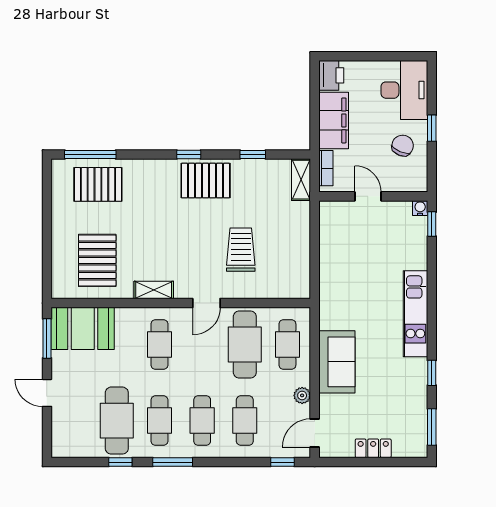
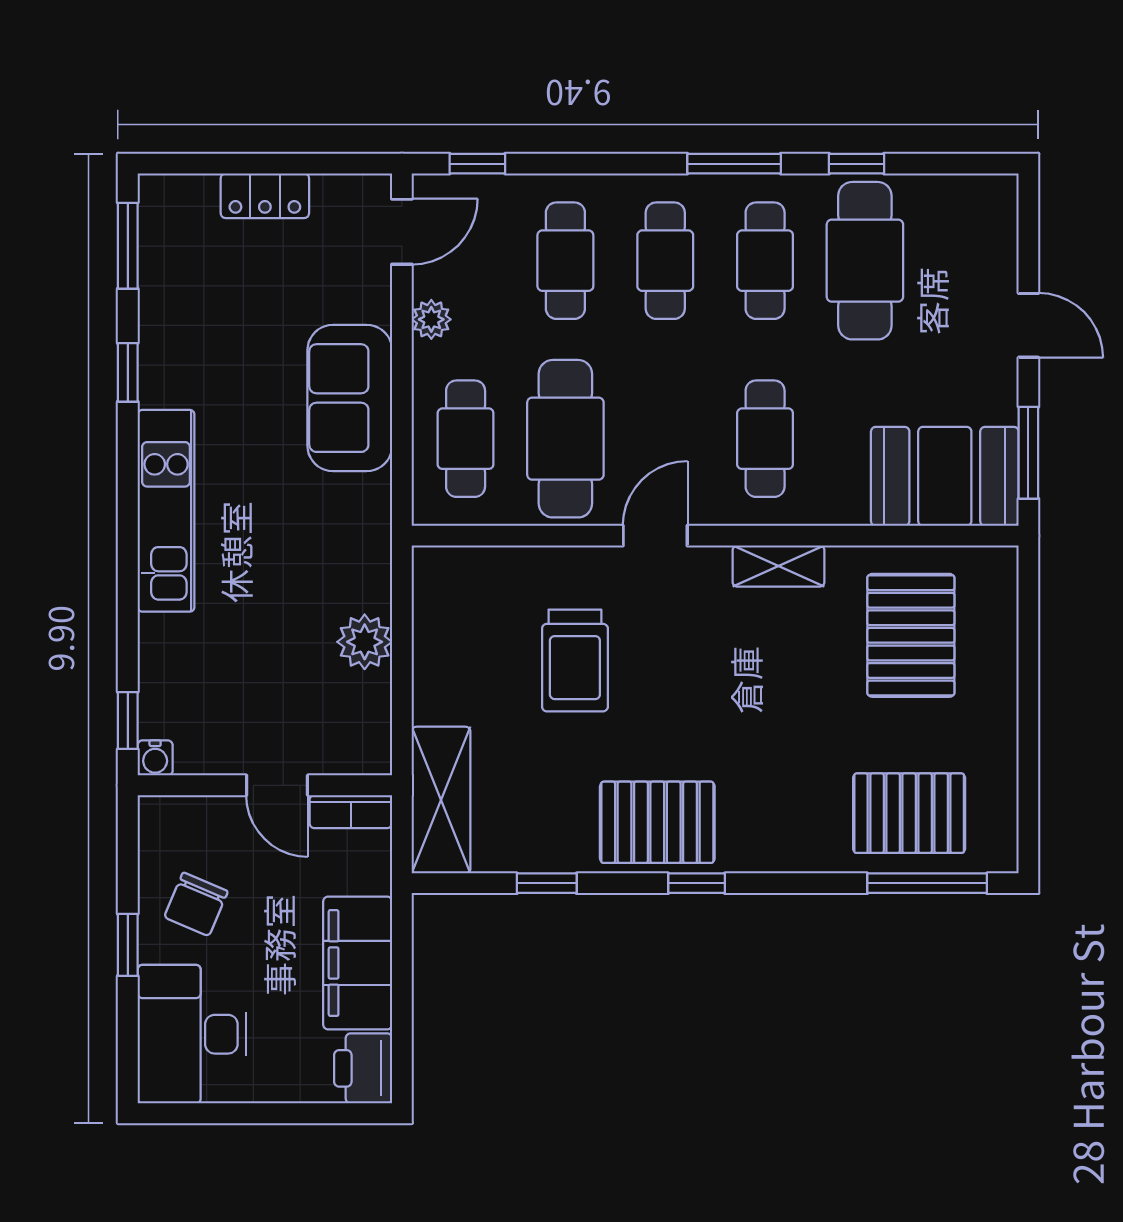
bookcase: (326, 168) -> (351, 812), moved, turned -90
shelving: (301, 180) -> (441, 800), width x1.50, depth x1.33
plant: (331, 258) -> (365, 642), added

